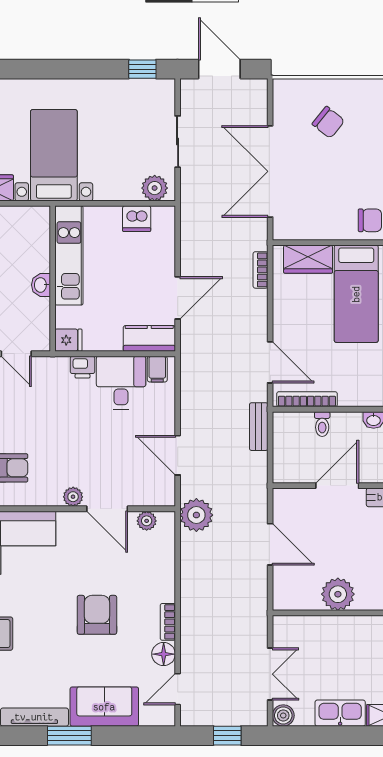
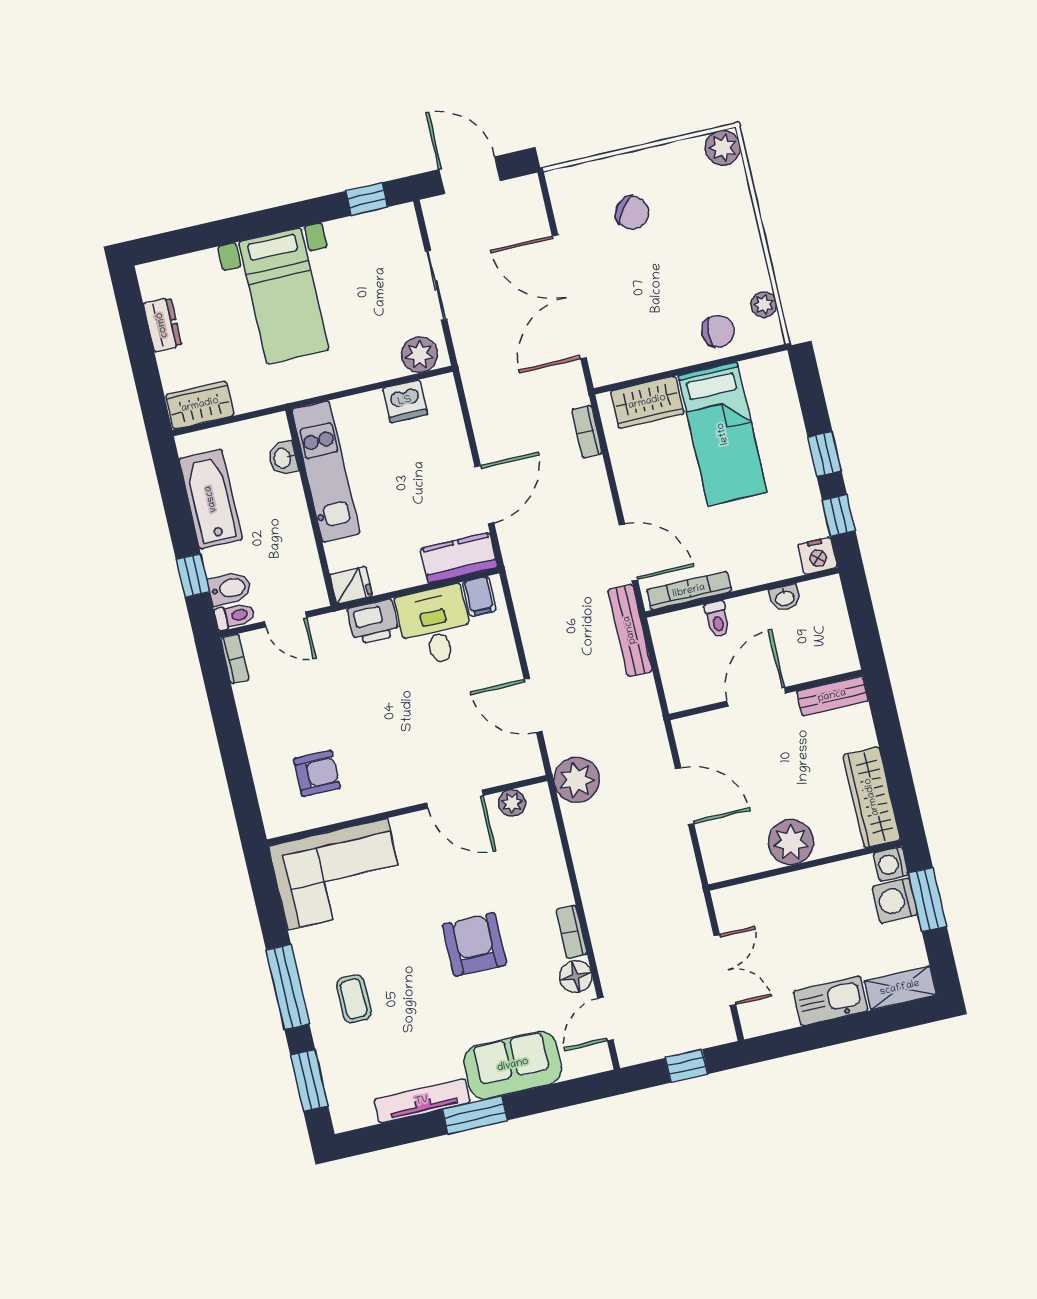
bed with nightstands: (54, 155) -> (284, 296), moved, turned 180
washbasin: (41, 285) -> (283, 458), moved
printer: (82, 367) -> (373, 622), width x1.36, depth x1.24
bench: (259, 427) -> (630, 630), width x1.36
plant: (73, 497) -> (406, 794), removed
boiler: (283, 715) -> (755, 1022), removed

